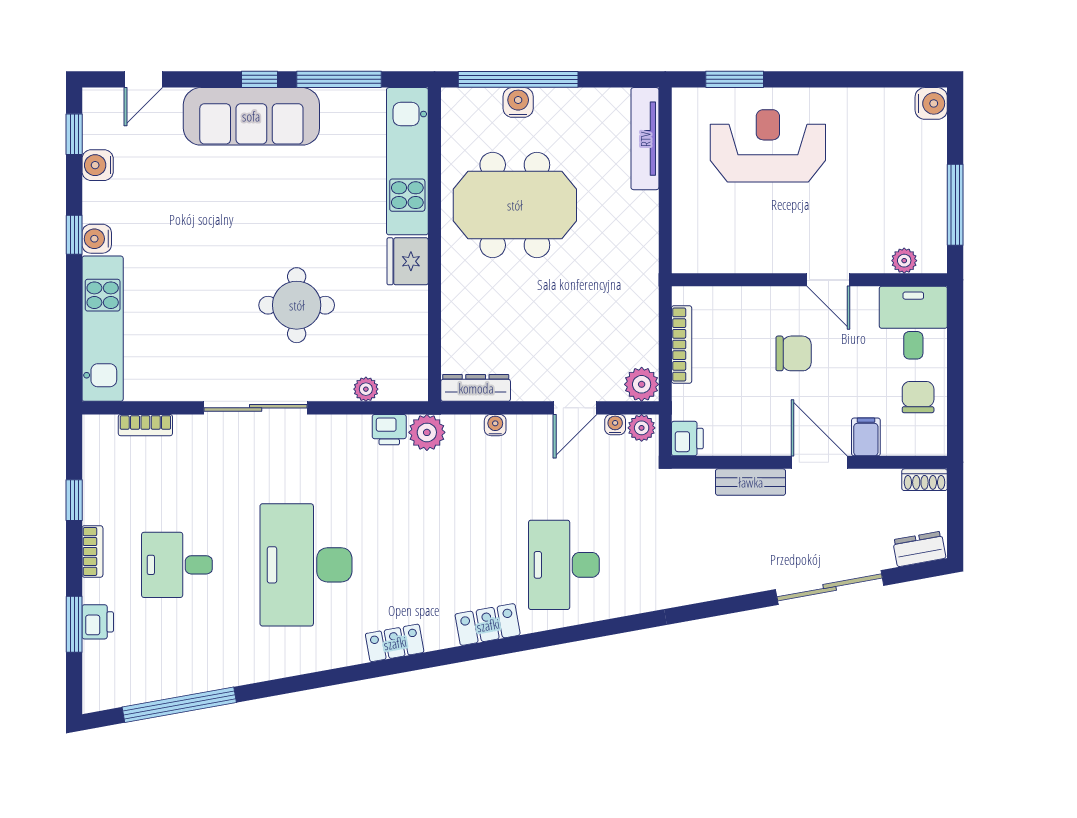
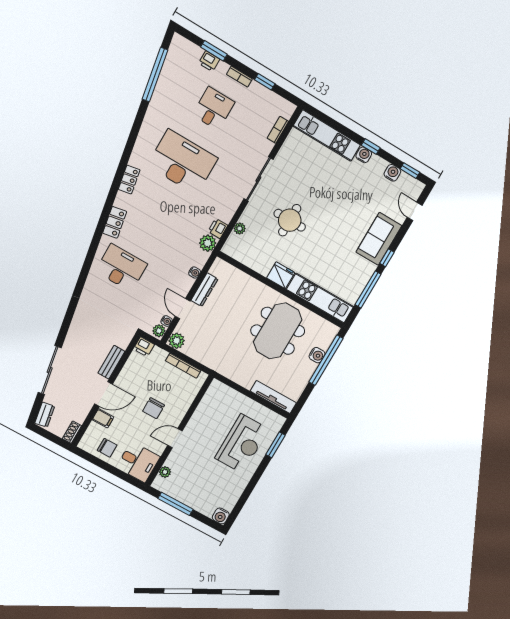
sofa: (251, 116) -> (379, 239), width x0.73
dresser: (476, 388) -> (205, 290), moved

